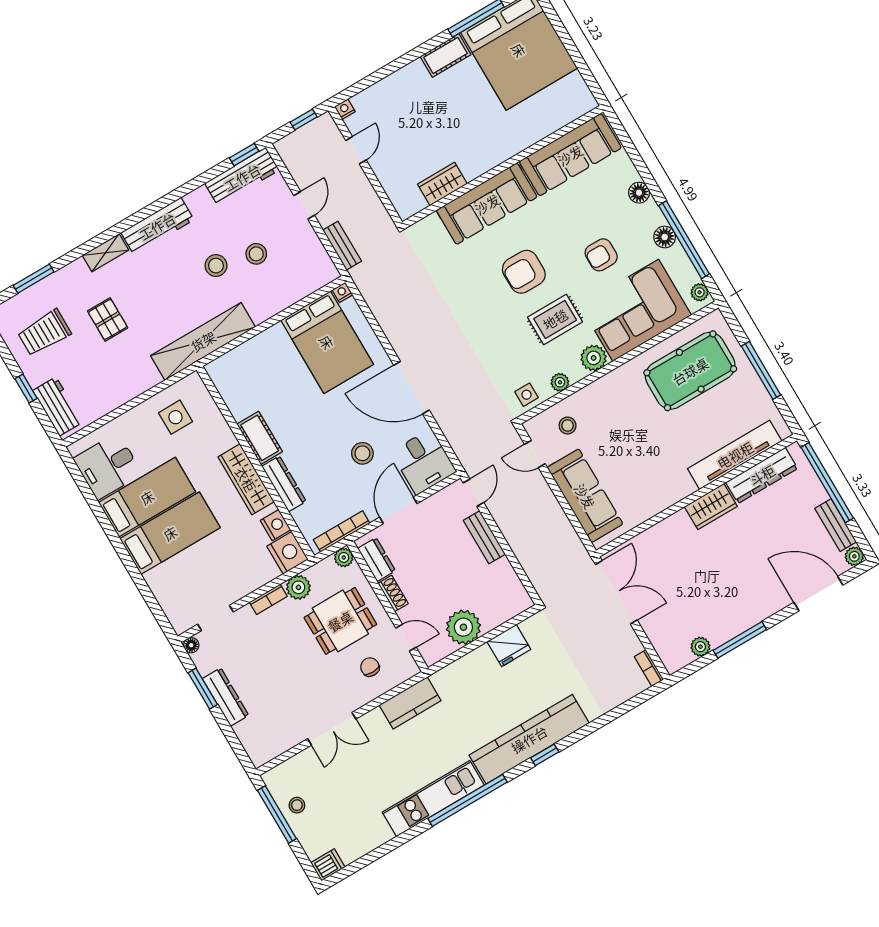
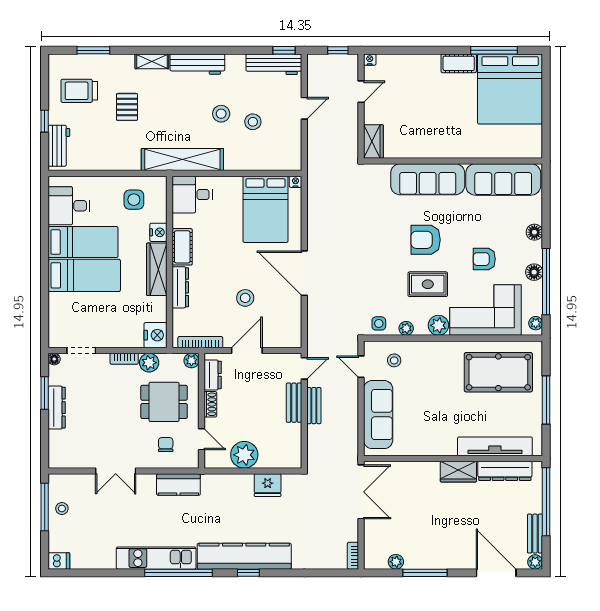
wardrobe: (442, 184) -> (373, 141), moved, turned 90
bench: (342, 246) -> (314, 406), moved
desk: (424, 462) -> (192, 195), moved, turned 90
nightstand: (276, 525) -> (158, 232), moved

